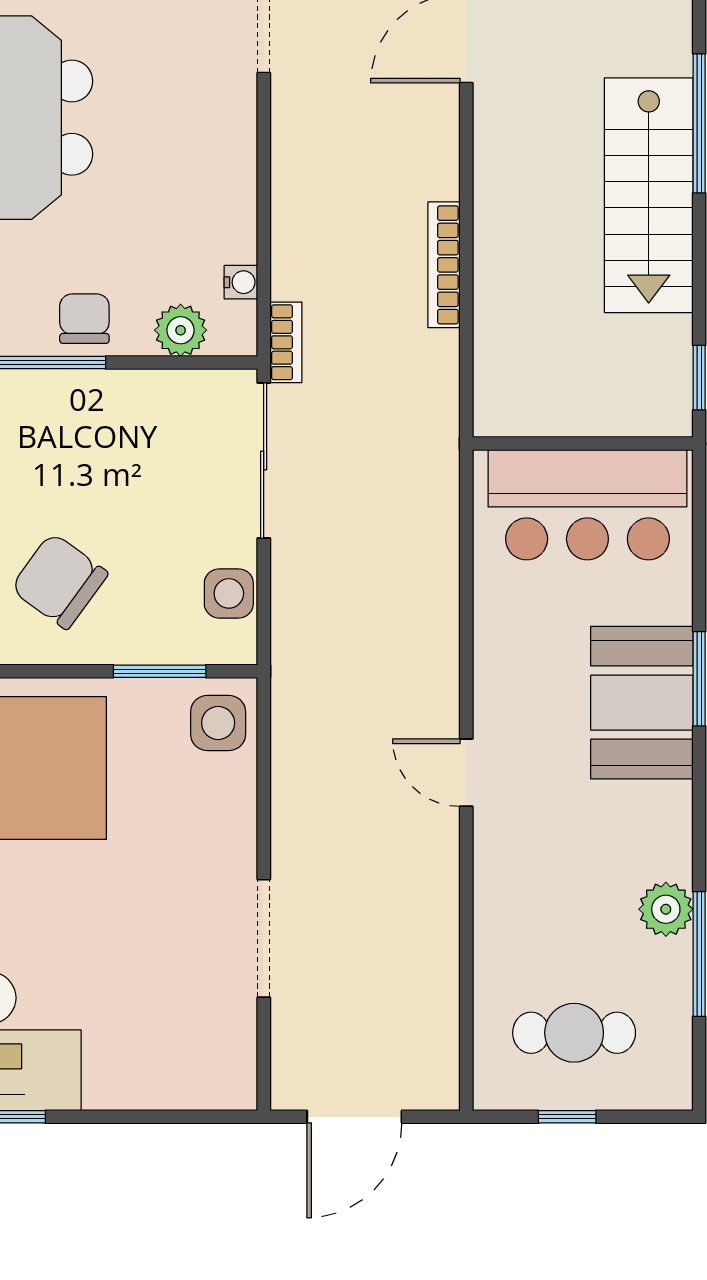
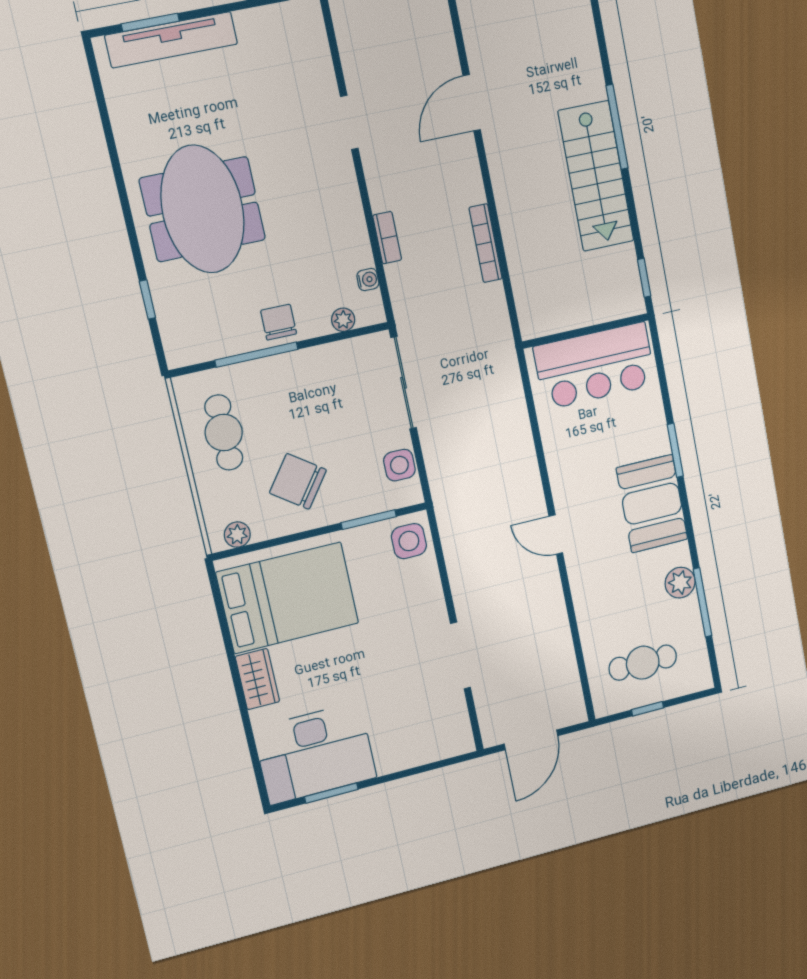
plant: (181, 330) -> (343, 320), width x0.73, depth x0.73
bookcase: (286, 342) -> (387, 238), moved
booth: (642, 703) -> (652, 504), moved

